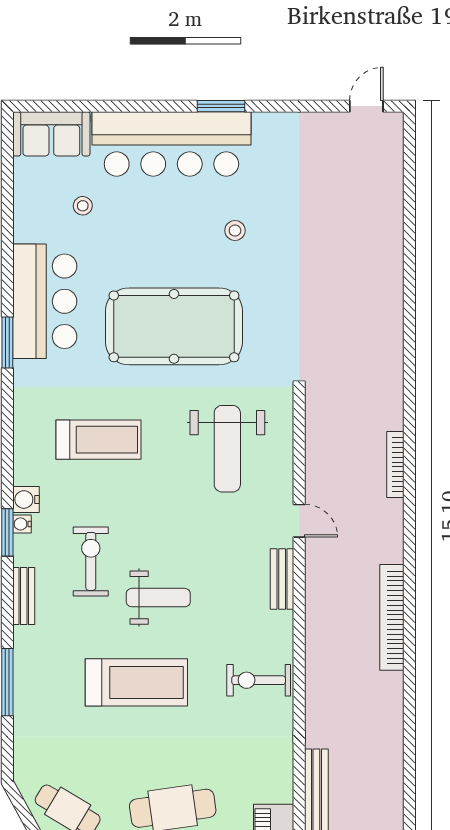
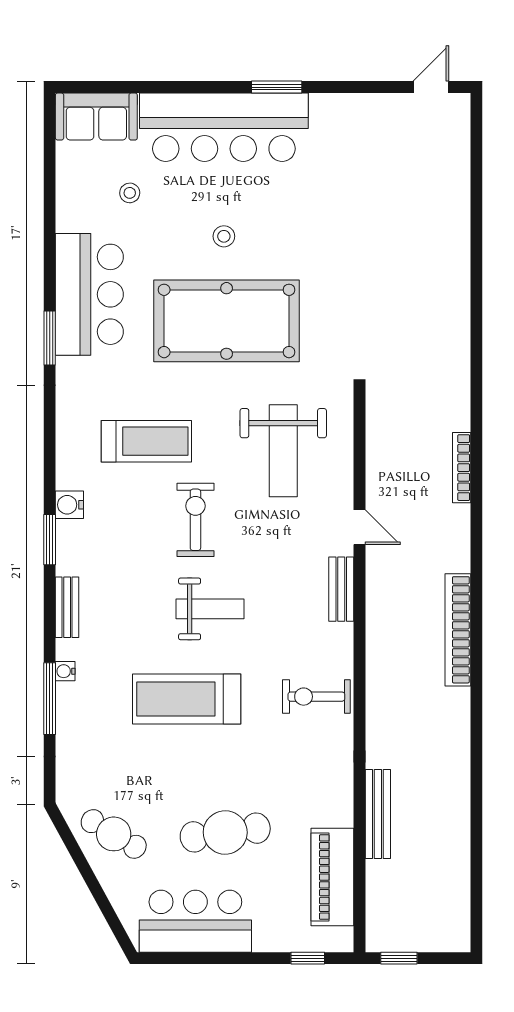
stool: (235, 231) -> (224, 236), moved
water cooler: (22, 524) -> (65, 671), moved
exercise bike: (91, 561) -> (195, 520), moved
treadmill: (136, 682) -> (187, 699), turned 180

